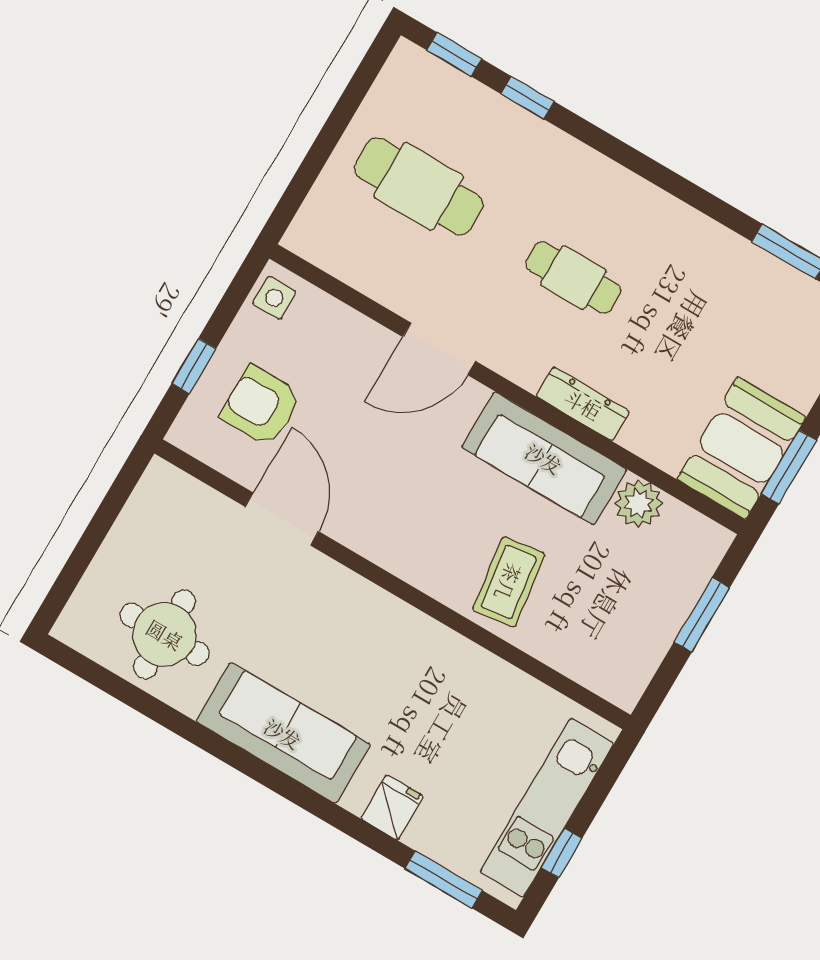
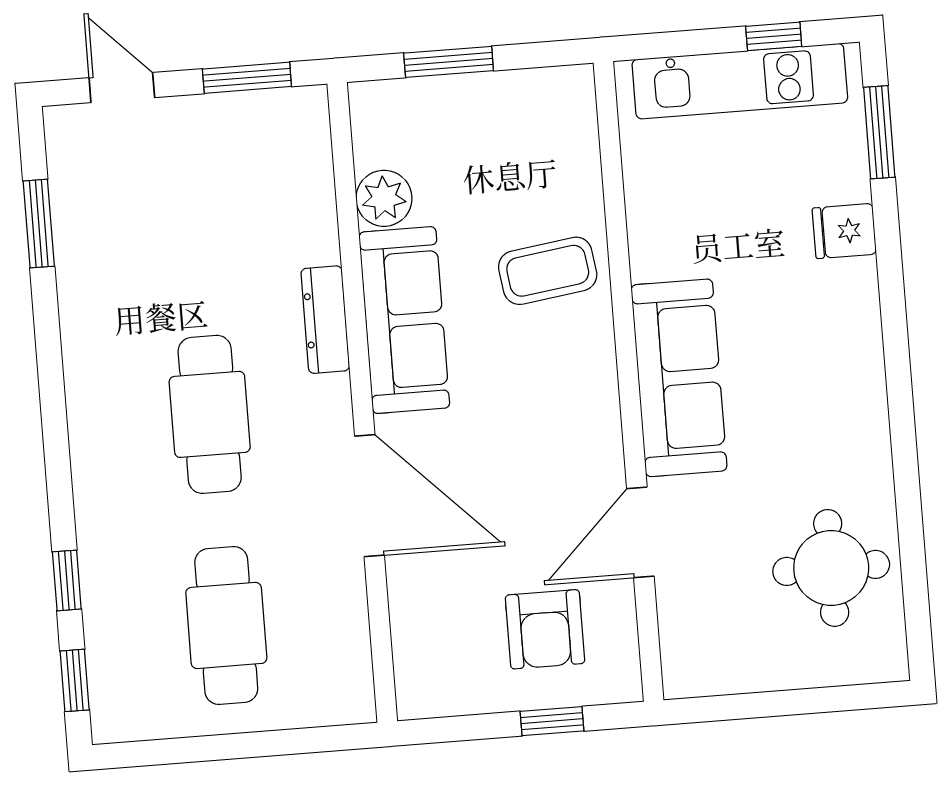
cafe table: (573, 277) -> (210, 414), width x1.37, depth x1.35
side table: (274, 298) -> (432, 690), removed
door: (439, 349) -> (370, 496), width x1.36
booth: (742, 448) -> (261, 136), removed
sofa: (283, 733) -> (679, 378), moved, turned 180

